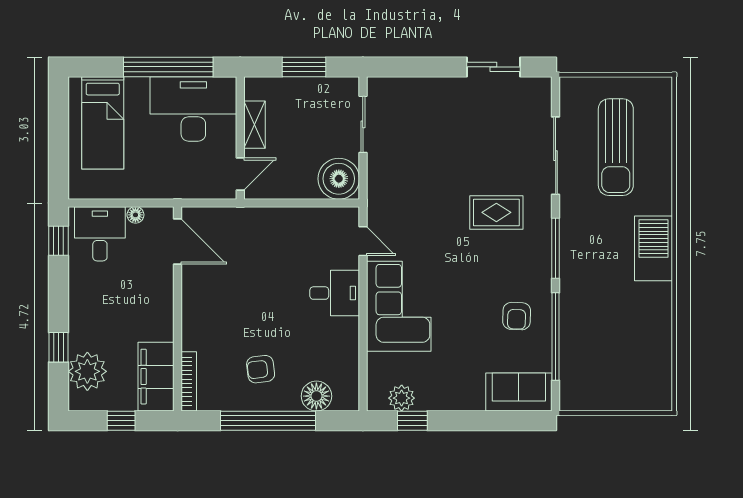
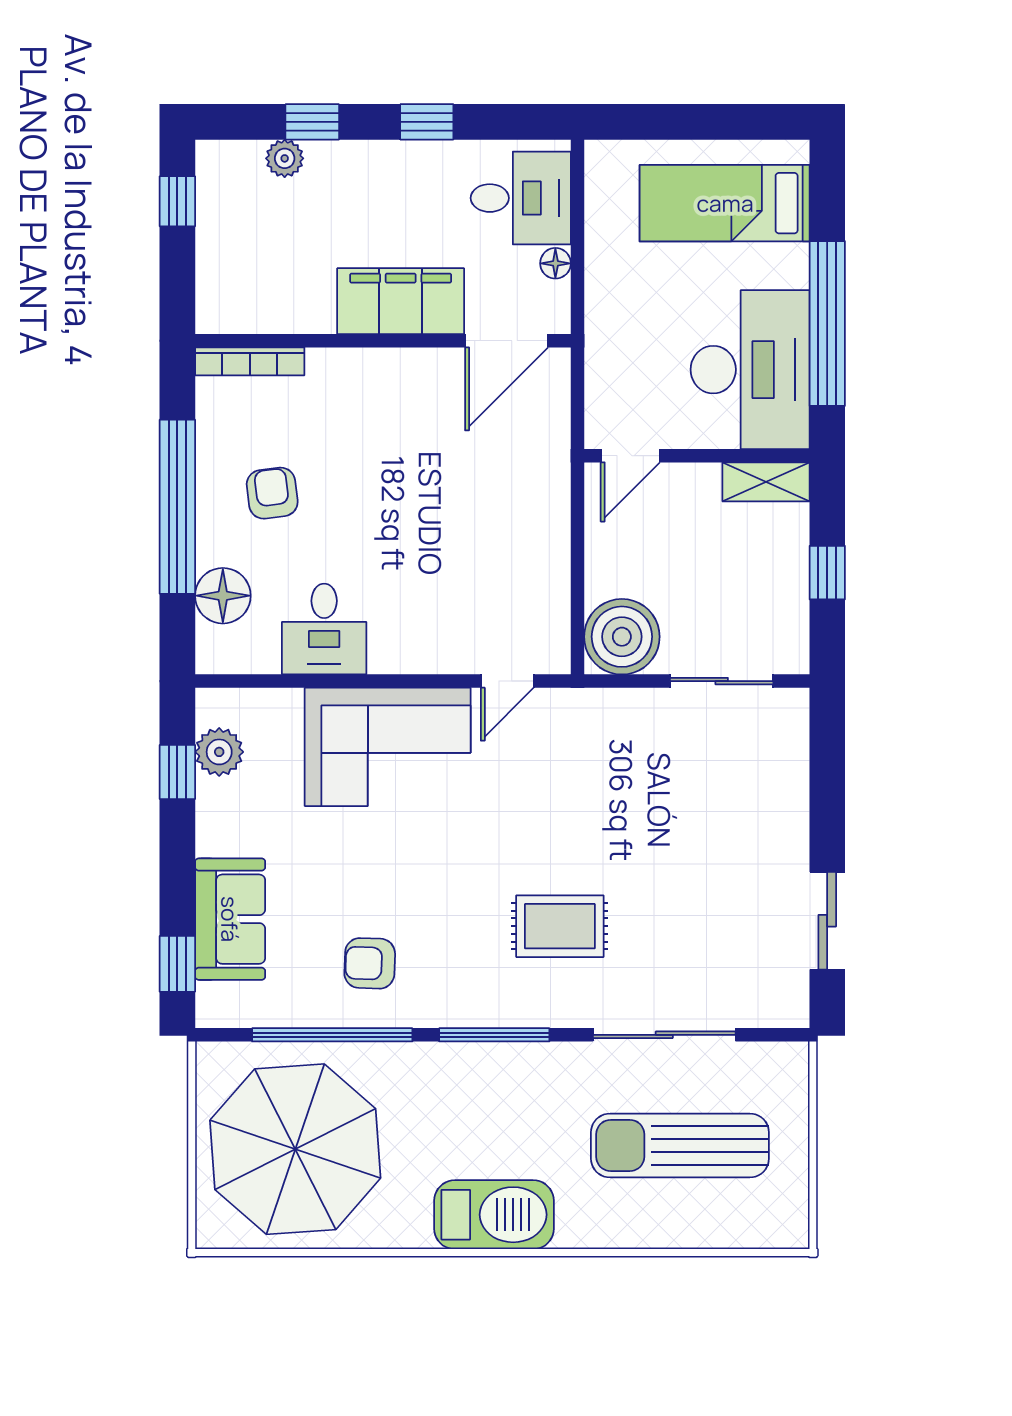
window: (304, 67) -> (827, 573), width x0.67
shelving: (254, 125) -> (766, 482), moved
door: (240, 174) -> (630, 456), hinge flipped
rug: (496, 212) -> (560, 926), turned 90
window: (58, 241) -> (427, 122), moved
desk: (335, 293) -> (324, 629), moved
parasol: (618, 357) -> (295, 1149), added
plant: (87, 371) -> (285, 158), width x0.53, depth x0.53
filing cabinet: (156, 377) -> (401, 301), moved
sofa: (519, 392) -> (230, 919), moved
window: (121, 421) -> (177, 201), moved
window: (517, 421) -> (177, 964), added

